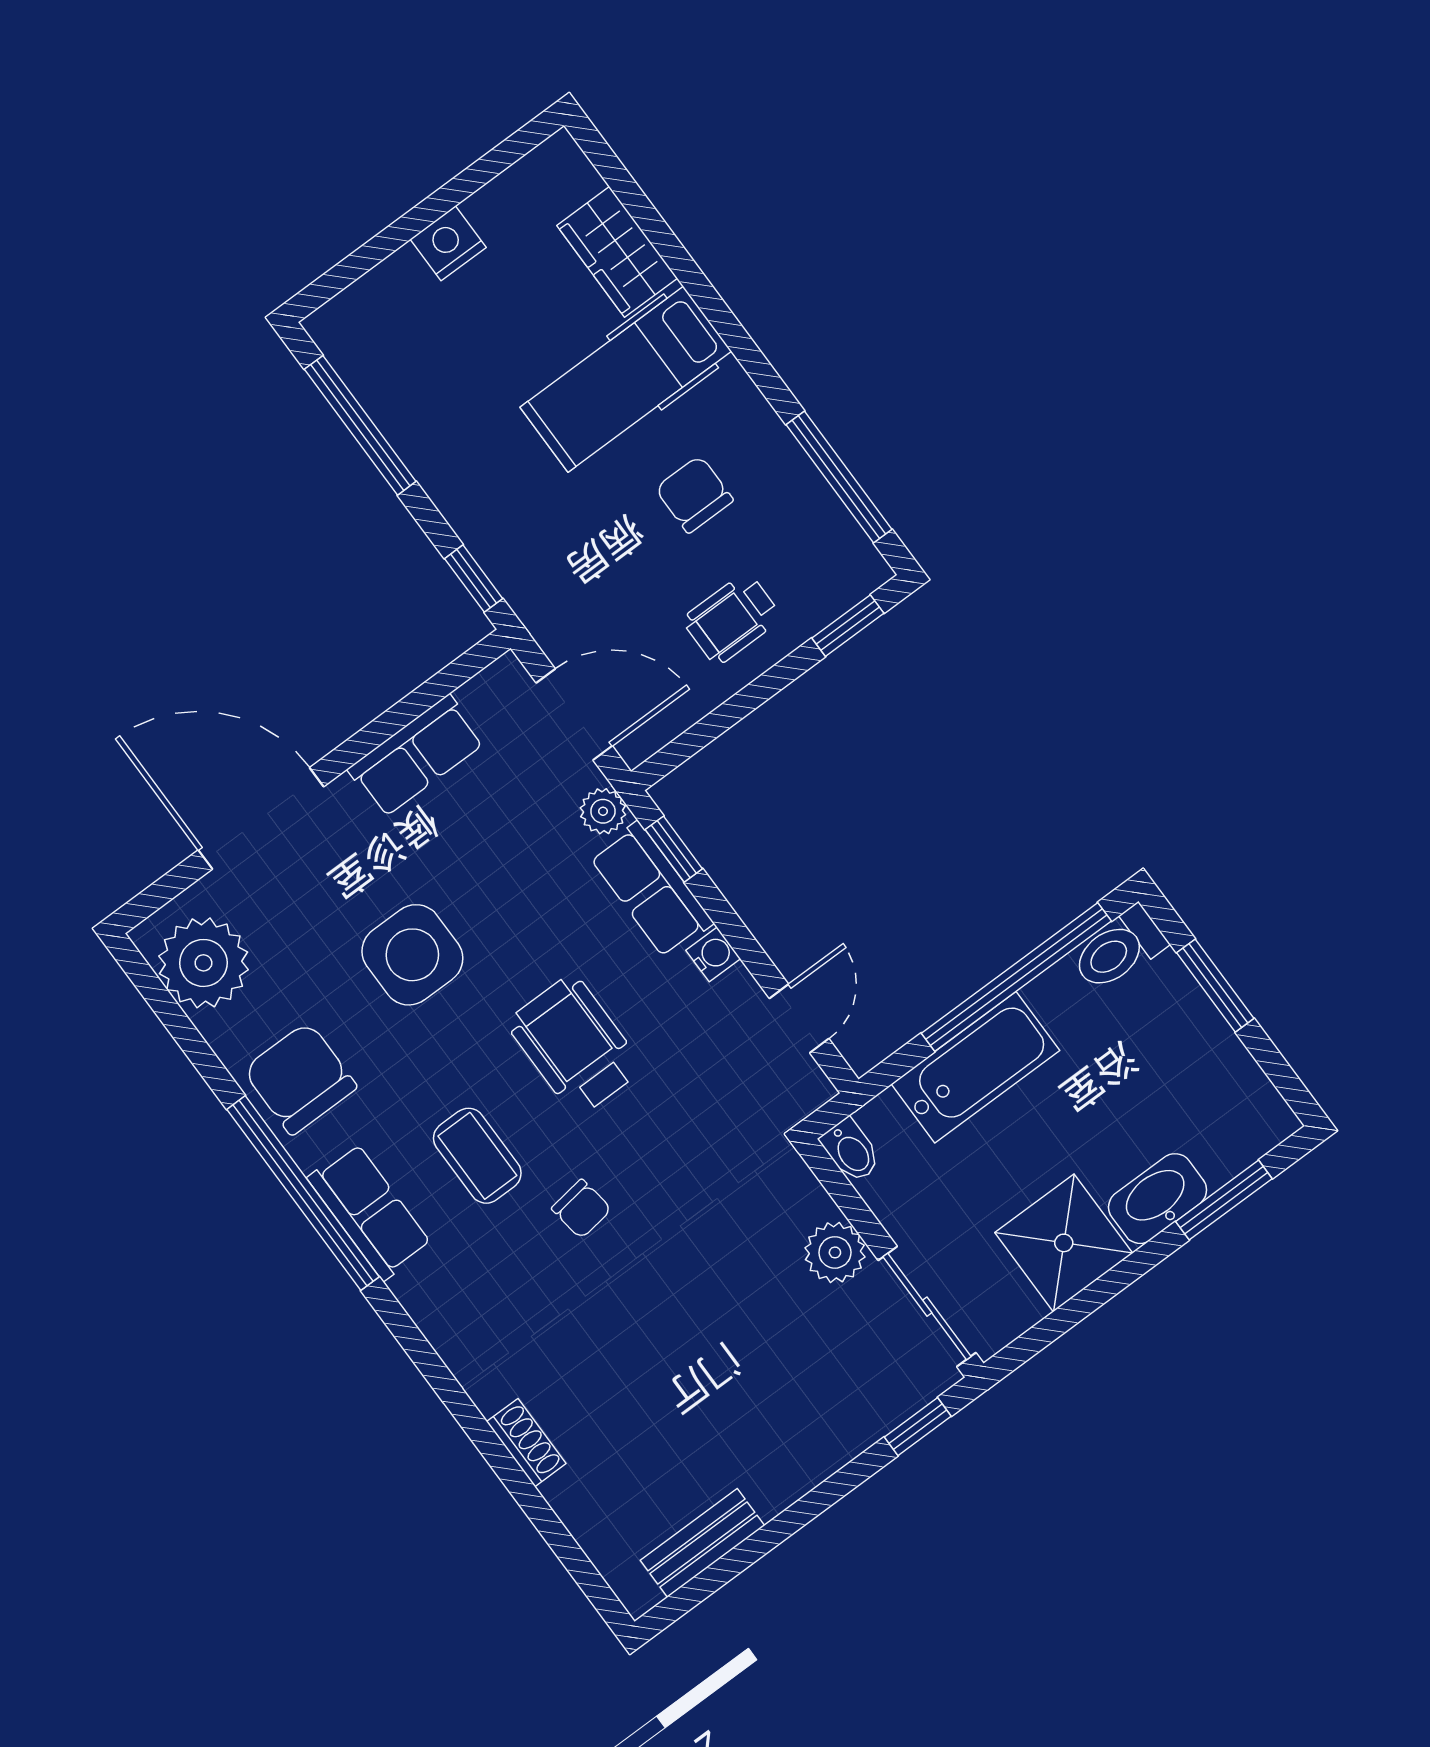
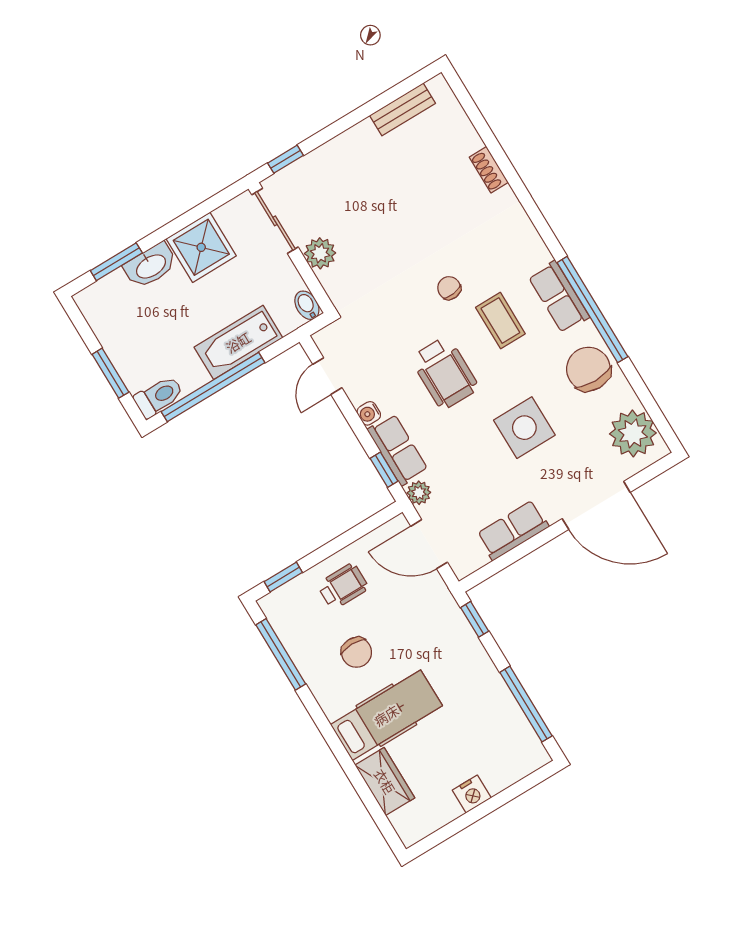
chair: (300, 1078) -> (588, 369), turned 180

